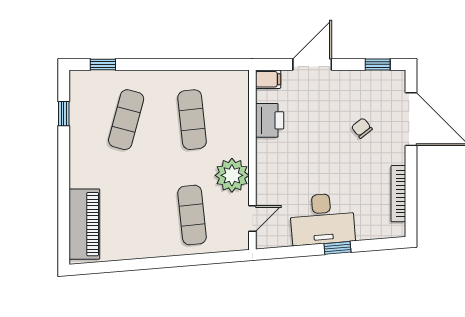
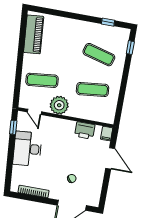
window: (378, 64) -> (104, 193), removed
piano: (84, 224) -> (34, 34), moved, turned -95
window: (337, 248) -> (13, 127), moved

